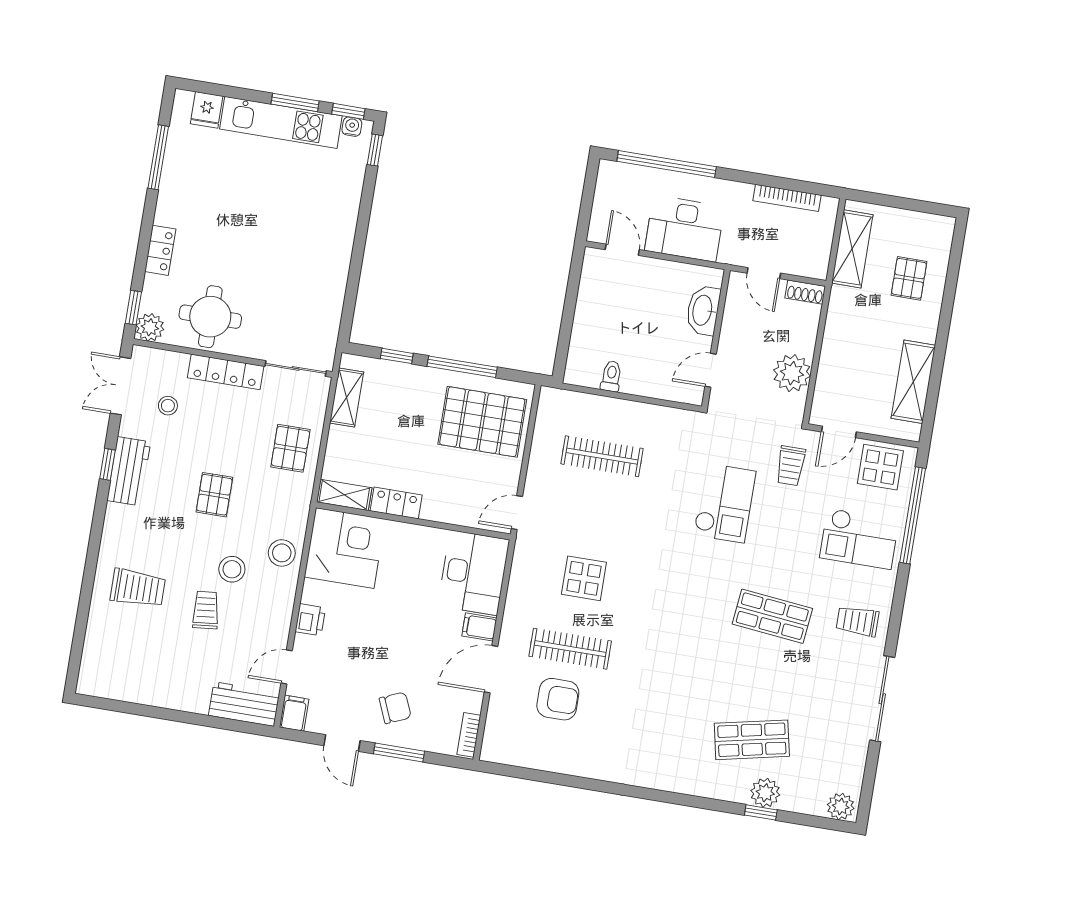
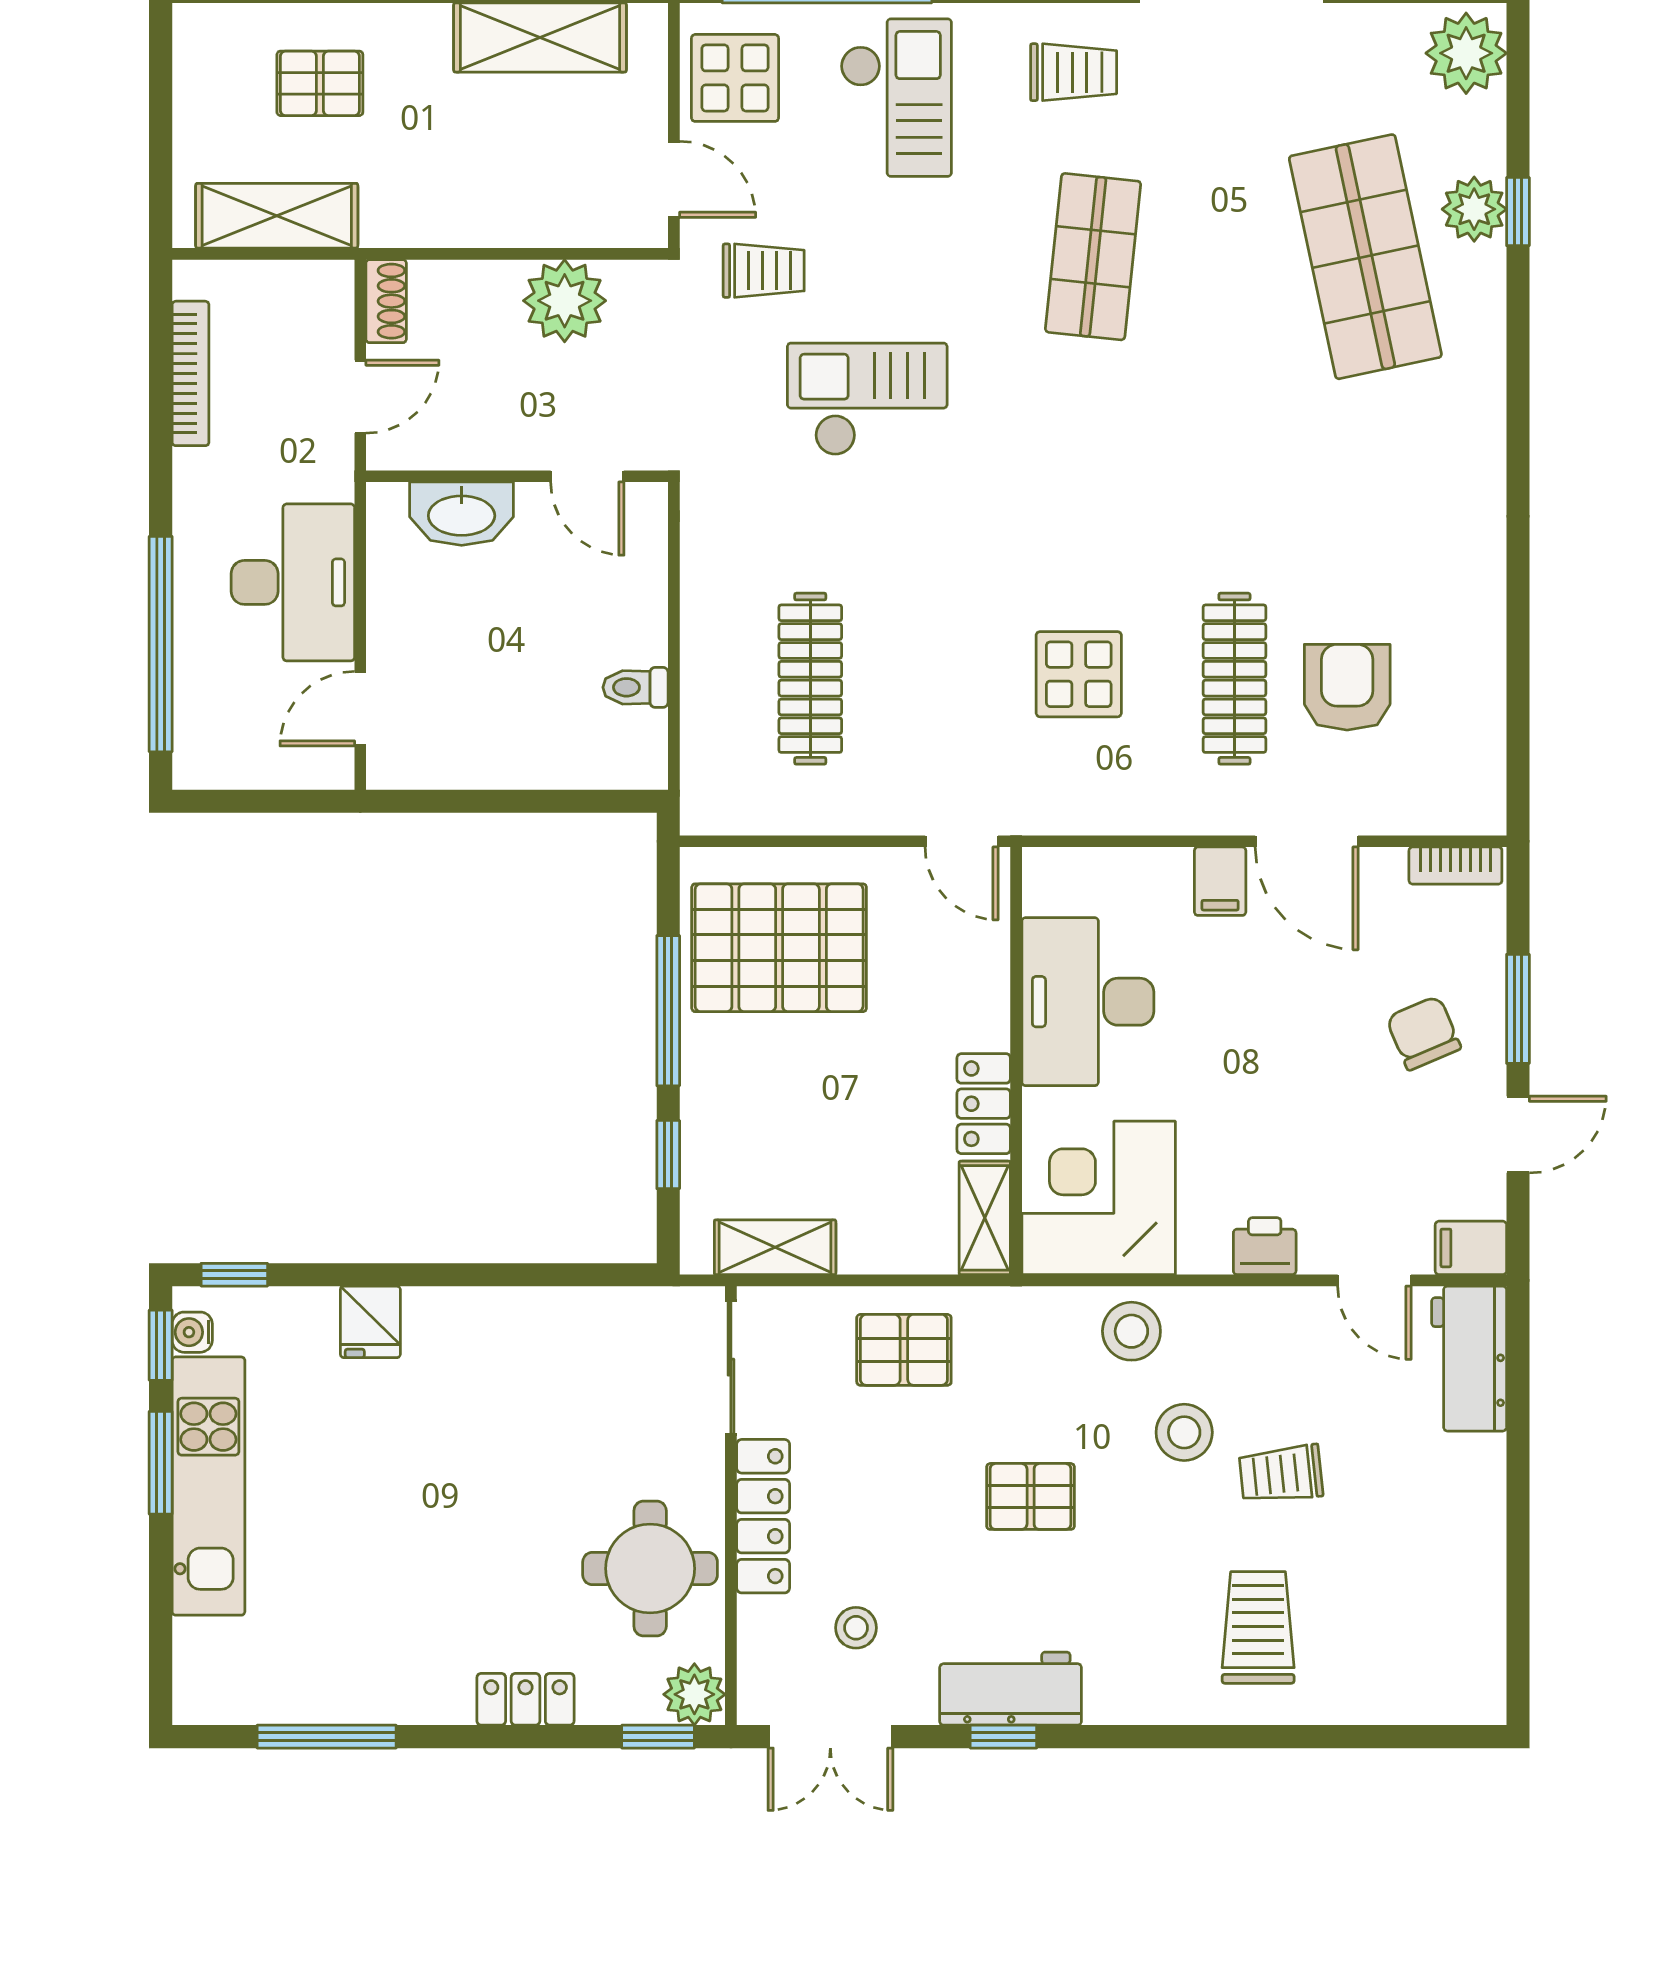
fridge: (207, 110) -> (370, 1322), moved, turned 90
pallet: (482, 422) -> (779, 948), turned 90
desk: (474, 573) -> (1088, 1002), moved, turned -90
trolley: (857, 621) -> (1074, 72), turned -90
shop shelf: (752, 740) -> (1365, 257), width x1.43, depth x1.36
plant: (841, 806) -> (1466, 53), width x1.36, depth x1.36

